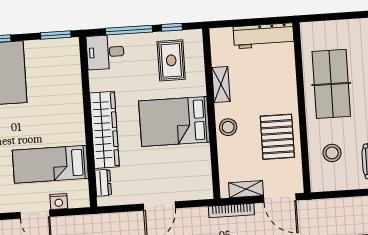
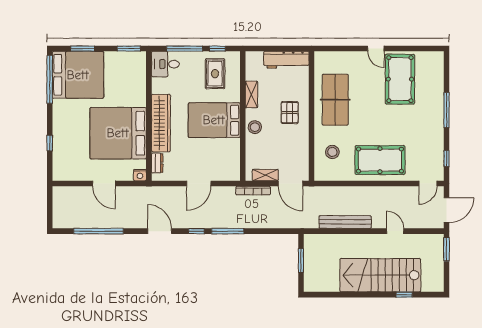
pallet: (277, 137) -> (290, 113), moved, width x0.67, depth x0.71
bed: (50, 164) -> (118, 133), width x2.04
nightstand: (59, 202) -> (140, 175), moved

